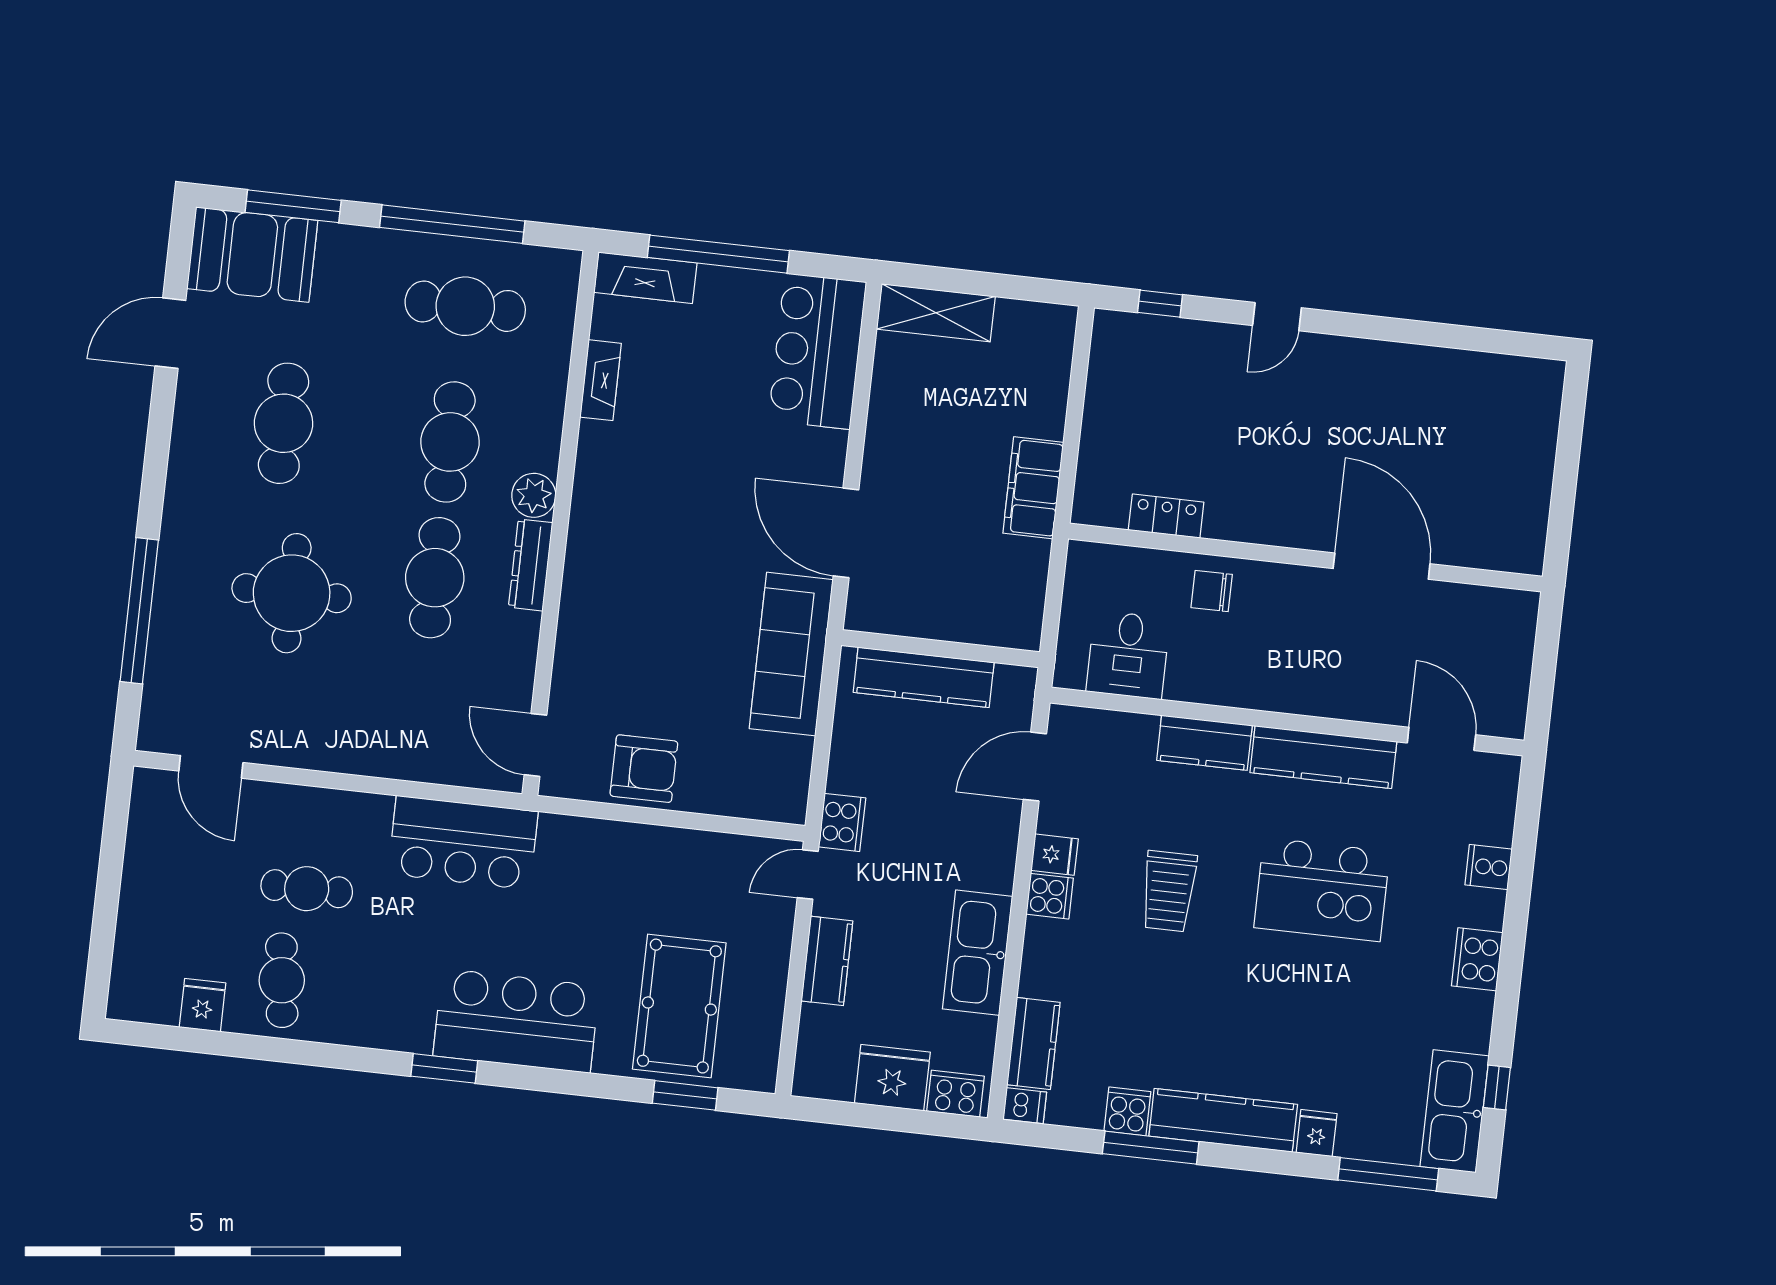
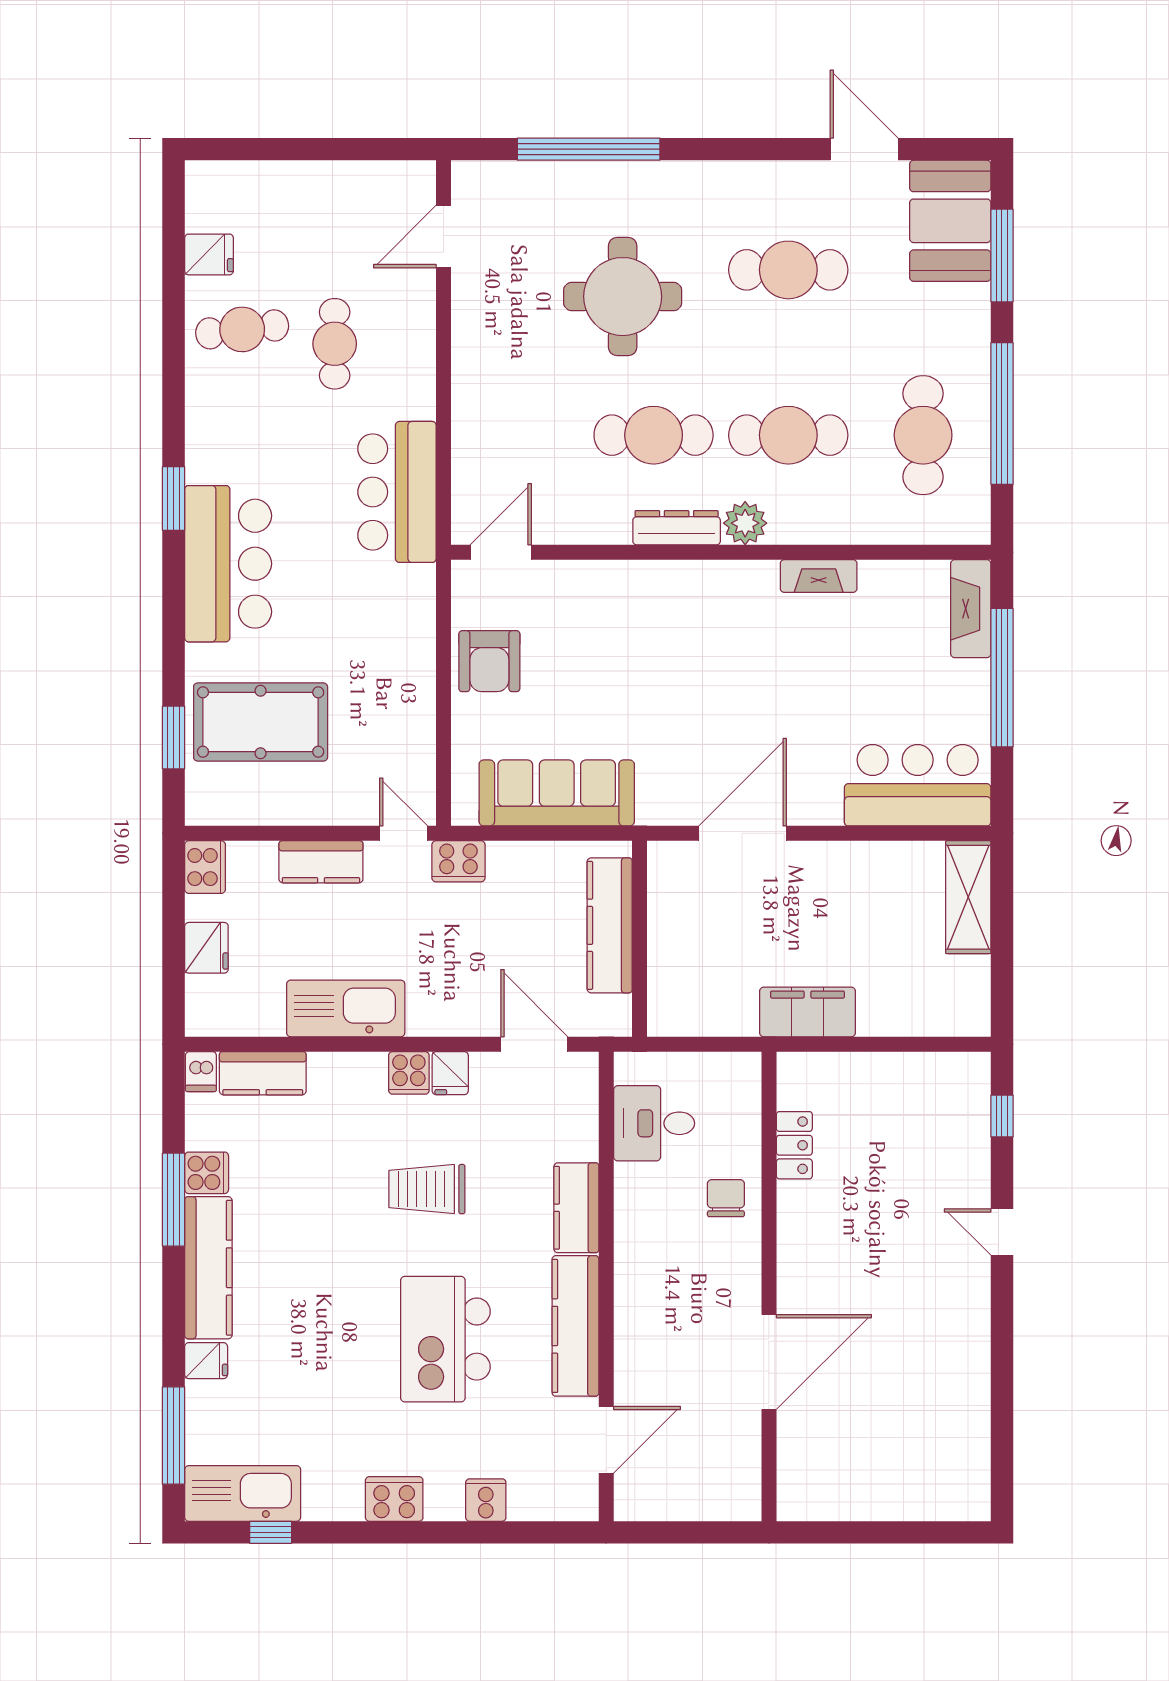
fireplace: (601, 380) -> (819, 576), moved
sofa: (791, 654) -> (557, 793), moved
fridge: (892, 1078) -> (206, 948), width x0.73, depth x0.75
cooker: (956, 1094) -> (205, 867), moved

